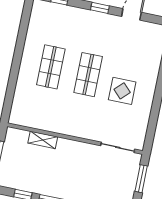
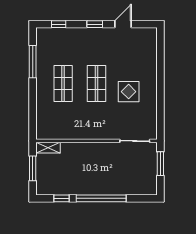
window: (22, 35) -> (33, 62), added
shelving: (43, 140) -> (48, 148), moved

